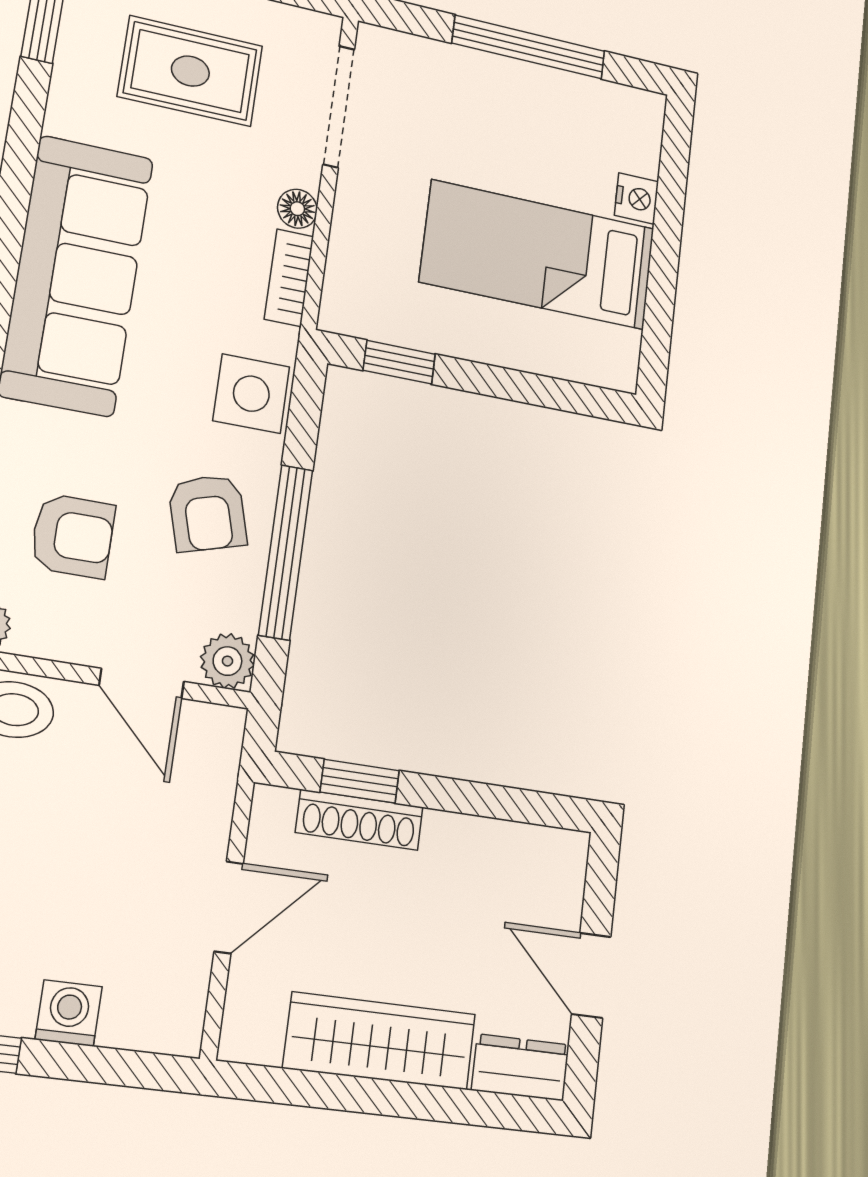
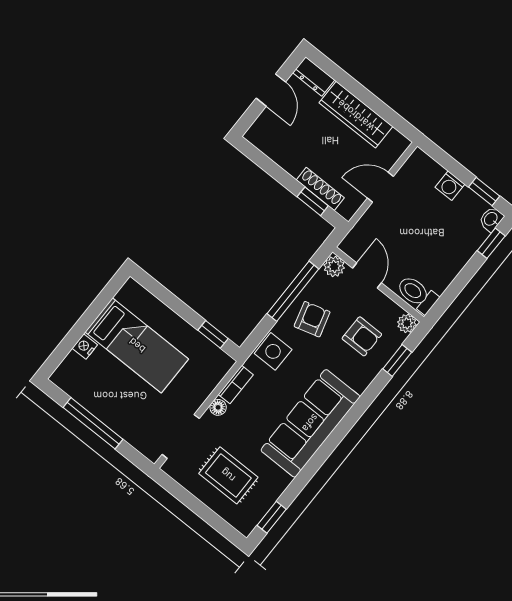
armchair: (73, 536) -> (362, 336), turned 180

